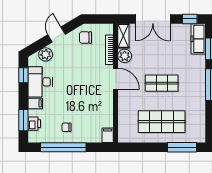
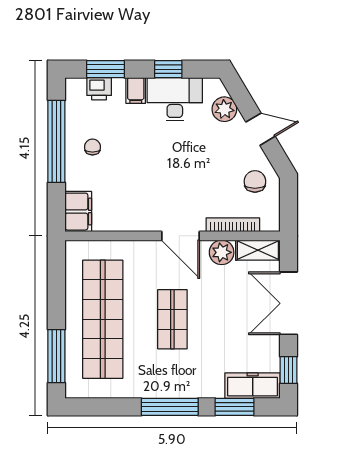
window: (23, 75) -> (168, 69), moved
door: (116, 79) -> (181, 236), hinge flipped
shop shelf: (162, 122) -> (103, 319), width x1.40
filing cabinet: (108, 135) -> (78, 212), width x2.00

